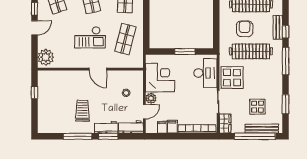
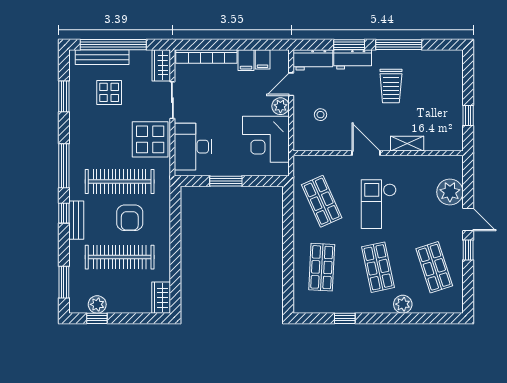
door: (34, 28) -> (468, 220), swing flipped
checkout: (90, 37) -> (379, 204), turned -90
shop shelf: (125, 39) -> (322, 201), turned -39
plant: (46, 57) -> (450, 192), moved
shelving: (72, 75) -> (407, 144), added

